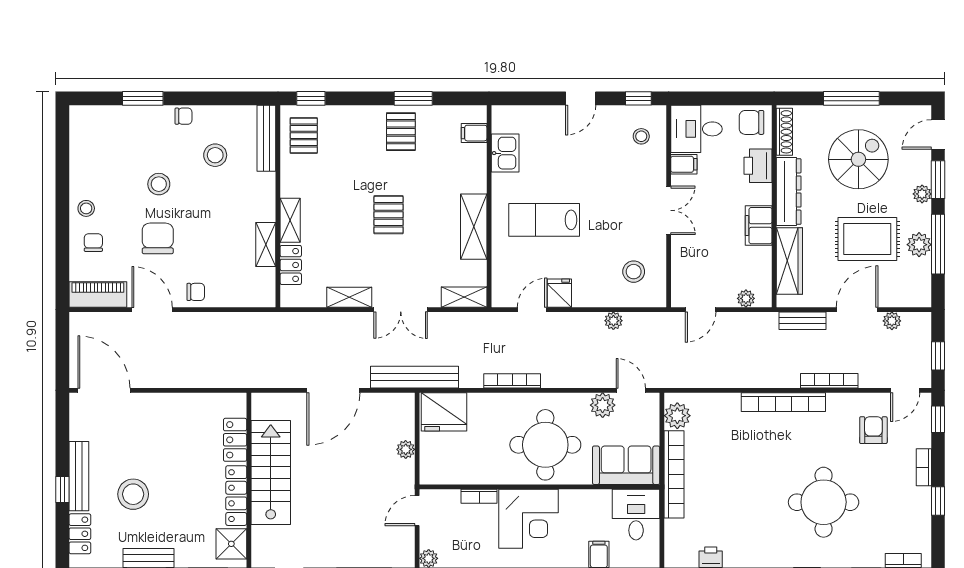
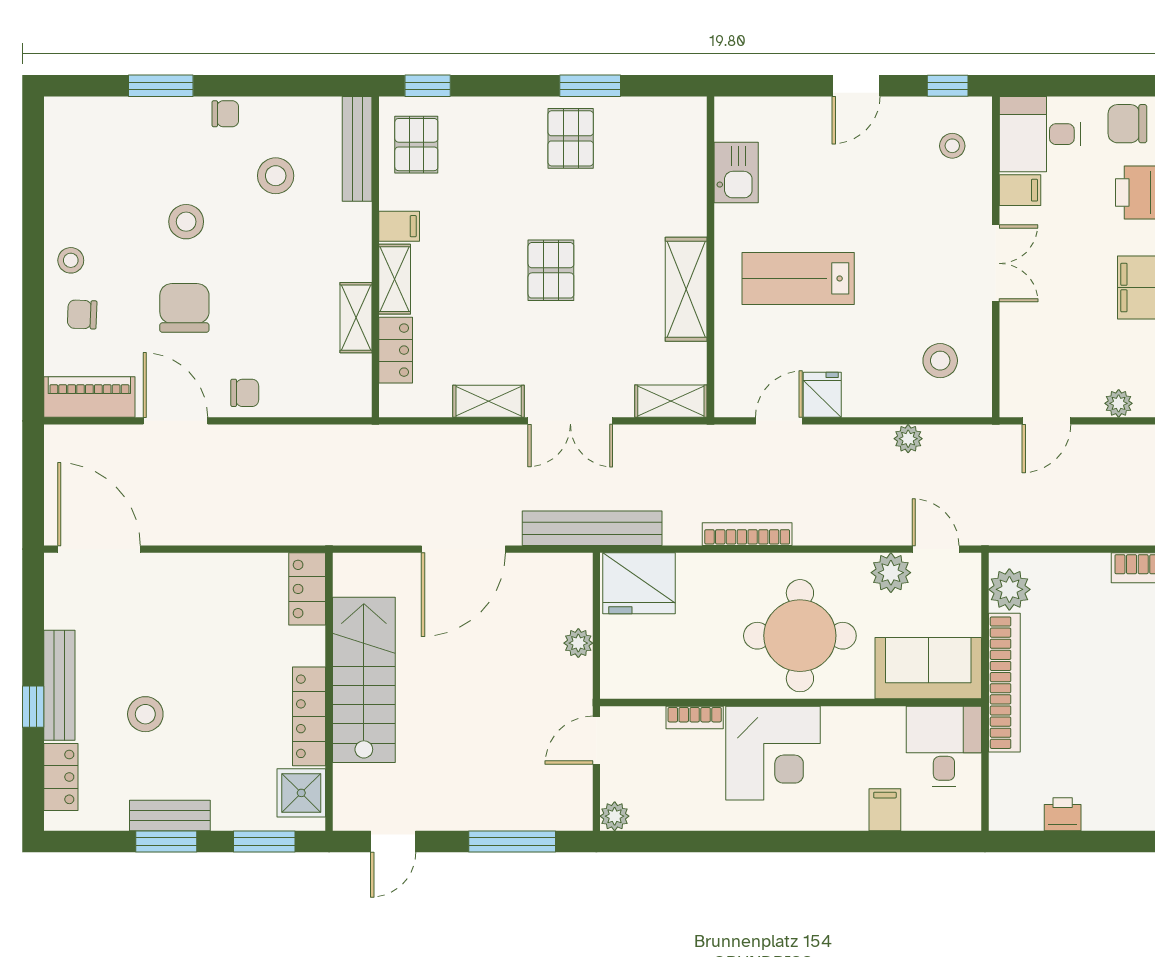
filing cabinet: (474, 133) -> (399, 226), moved, turned 180
chair: (93, 243) -> (82, 314), turned -88
locker: (235, 440) -> (307, 589), moved
stool: (133, 494) -> (145, 714), width x0.73, depth x0.73

